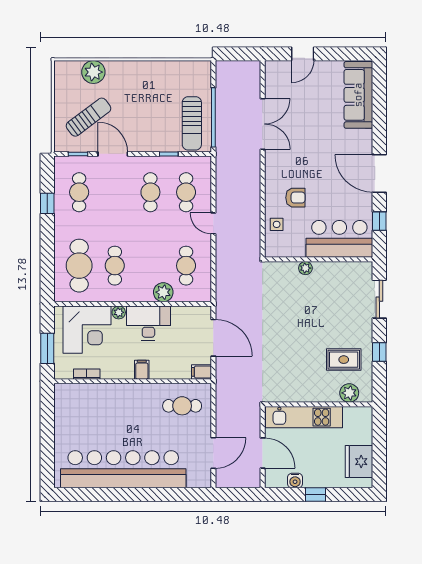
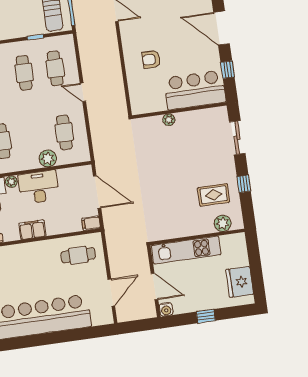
armchair: (295, 198) -> (151, 59), turned 180
side table: (277, 224) -> (138, 85), removed
filing cabinet: (142, 370) -> (32, 230), width x2.00
water cooler: (295, 481) -> (166, 309), moved

